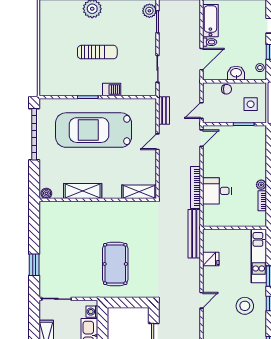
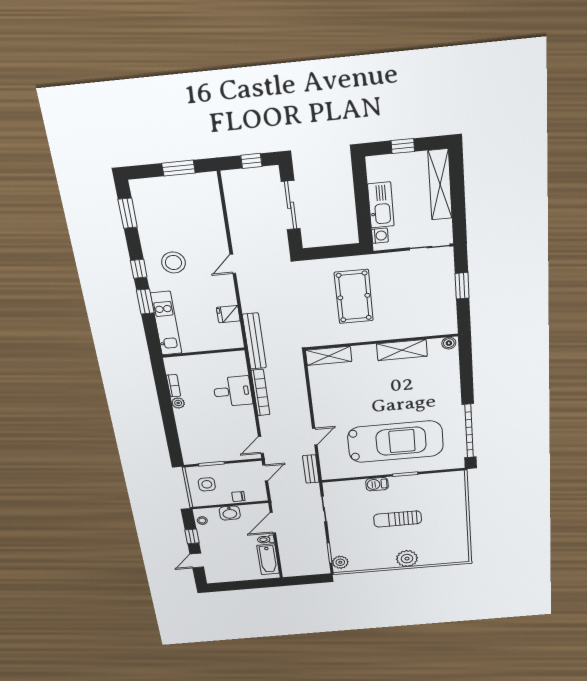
shelving: (83, 191) -> (402, 350), moved
shelving: (139, 192) -> (329, 356), moved
boiler: (46, 193) -> (449, 343), moved
wall: (98, 200) -> (381, 342), moved

